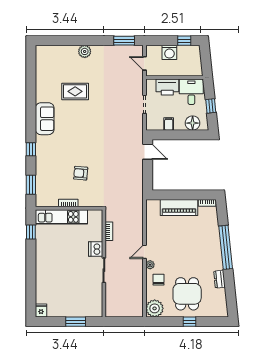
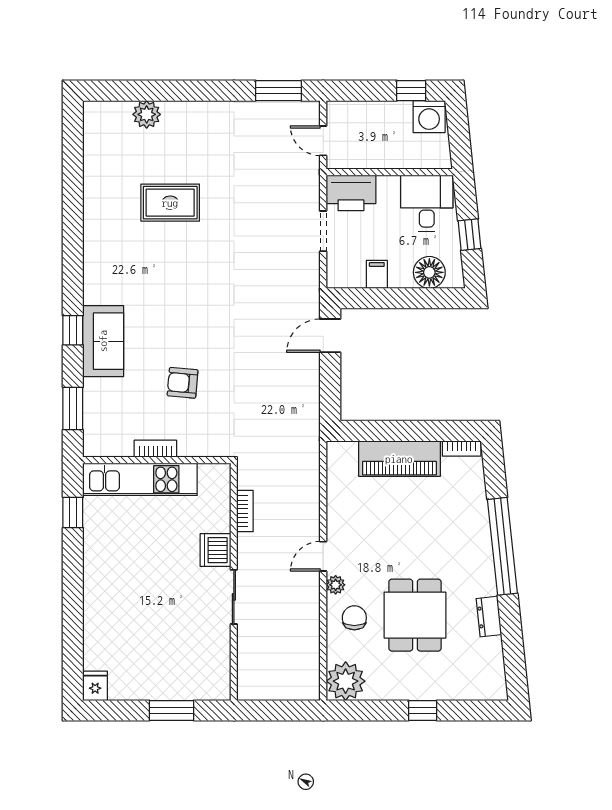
plant: (85, 51) -> (147, 114), moved
washing machine: (169, 52) -> (429, 117), moved
printer: (167, 87) -> (351, 193), moved
sofa: (45, 119) -> (103, 341), moved
door: (148, 152) -> (330, 336), swing flipped
dining table: (187, 294) -> (415, 615), moved

